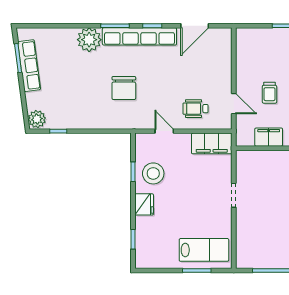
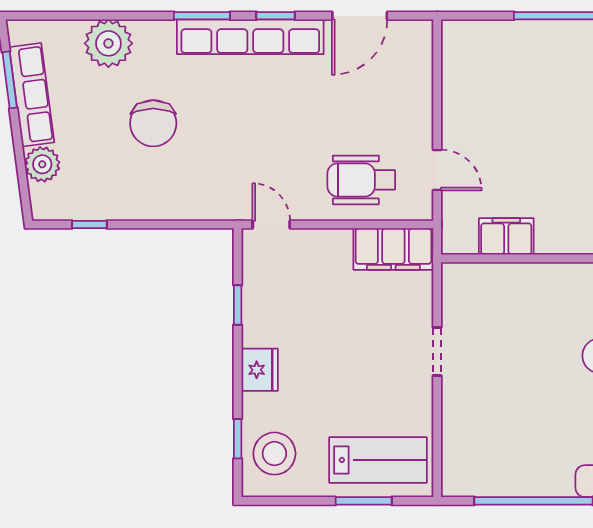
plant: (89, 40) -> (108, 43), moved
chair: (124, 88) -> (153, 123), moved
trolley: (269, 93) -> (508, 148), removed
wheelchair: (195, 109) -> (361, 180), width x1.36, depth x1.37
plant: (37, 119) -> (42, 164), moved
door: (164, 131) -> (271, 225), moved
stool: (153, 173) -> (274, 454), moved

